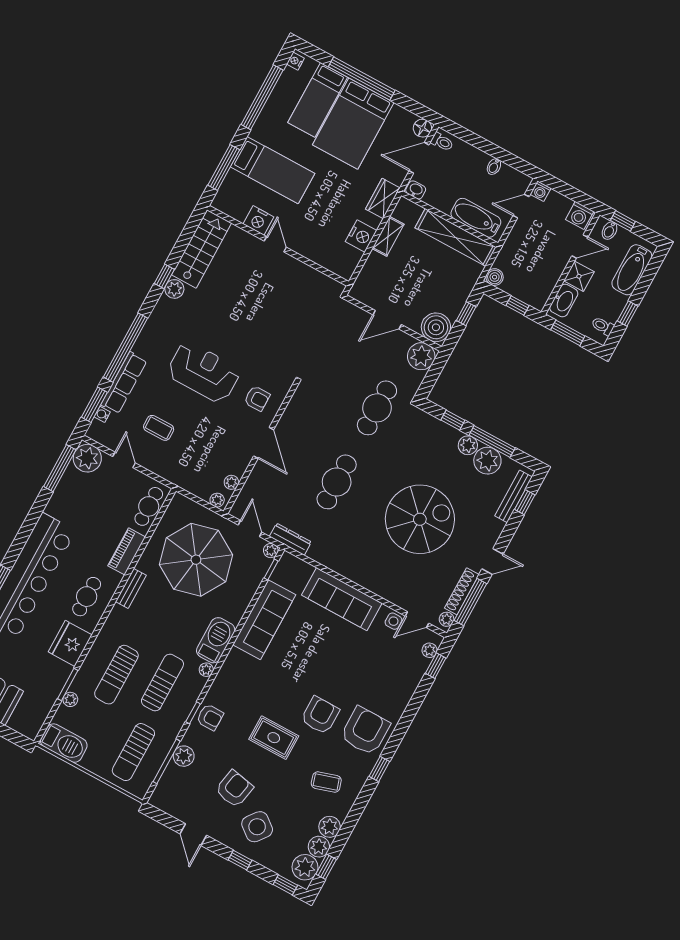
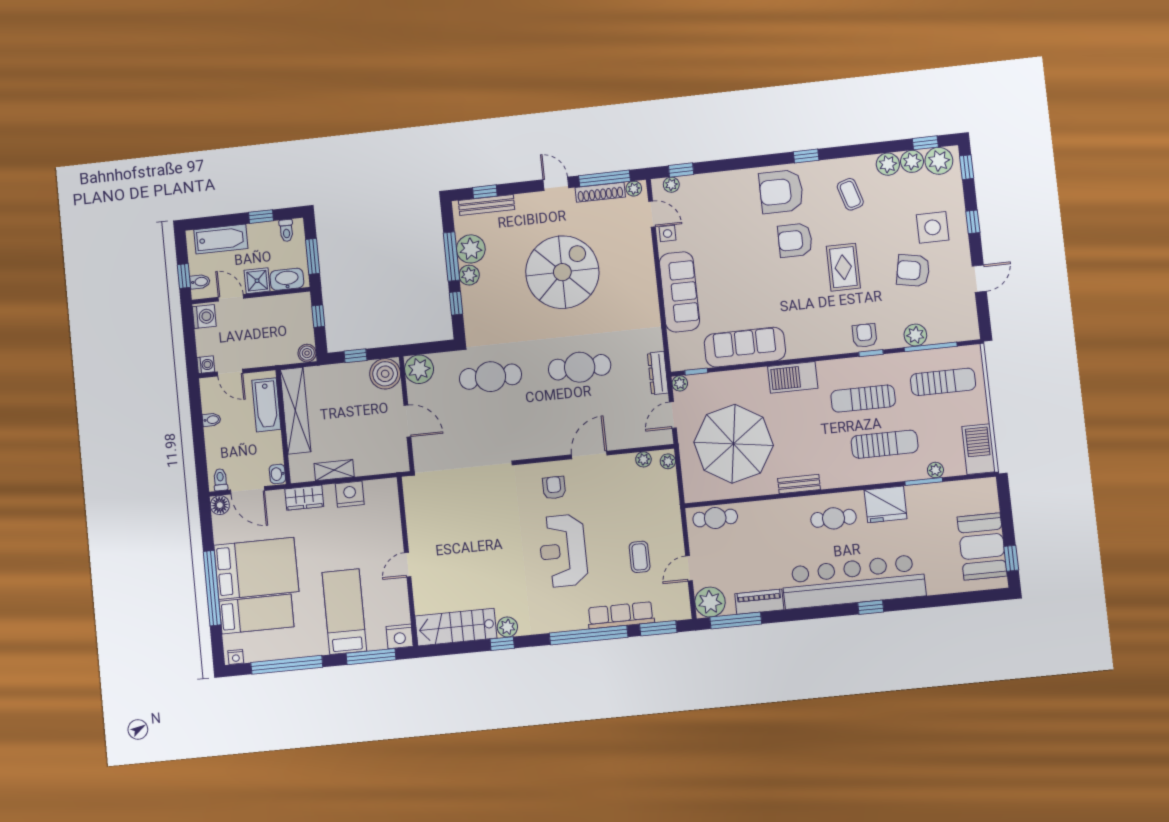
nightstand: (258, 220) -> (400, 636), moved, turned 90
water cooler: (102, 414) -> (662, 615), removed
spiral stairs: (420, 519) -> (562, 272), turned 90
piano: (127, 551) -> (759, 602), moved, turned 180
plant: (206, 670) -> (825, 368), removed
side table: (257, 827) -> (933, 227), turned -38

